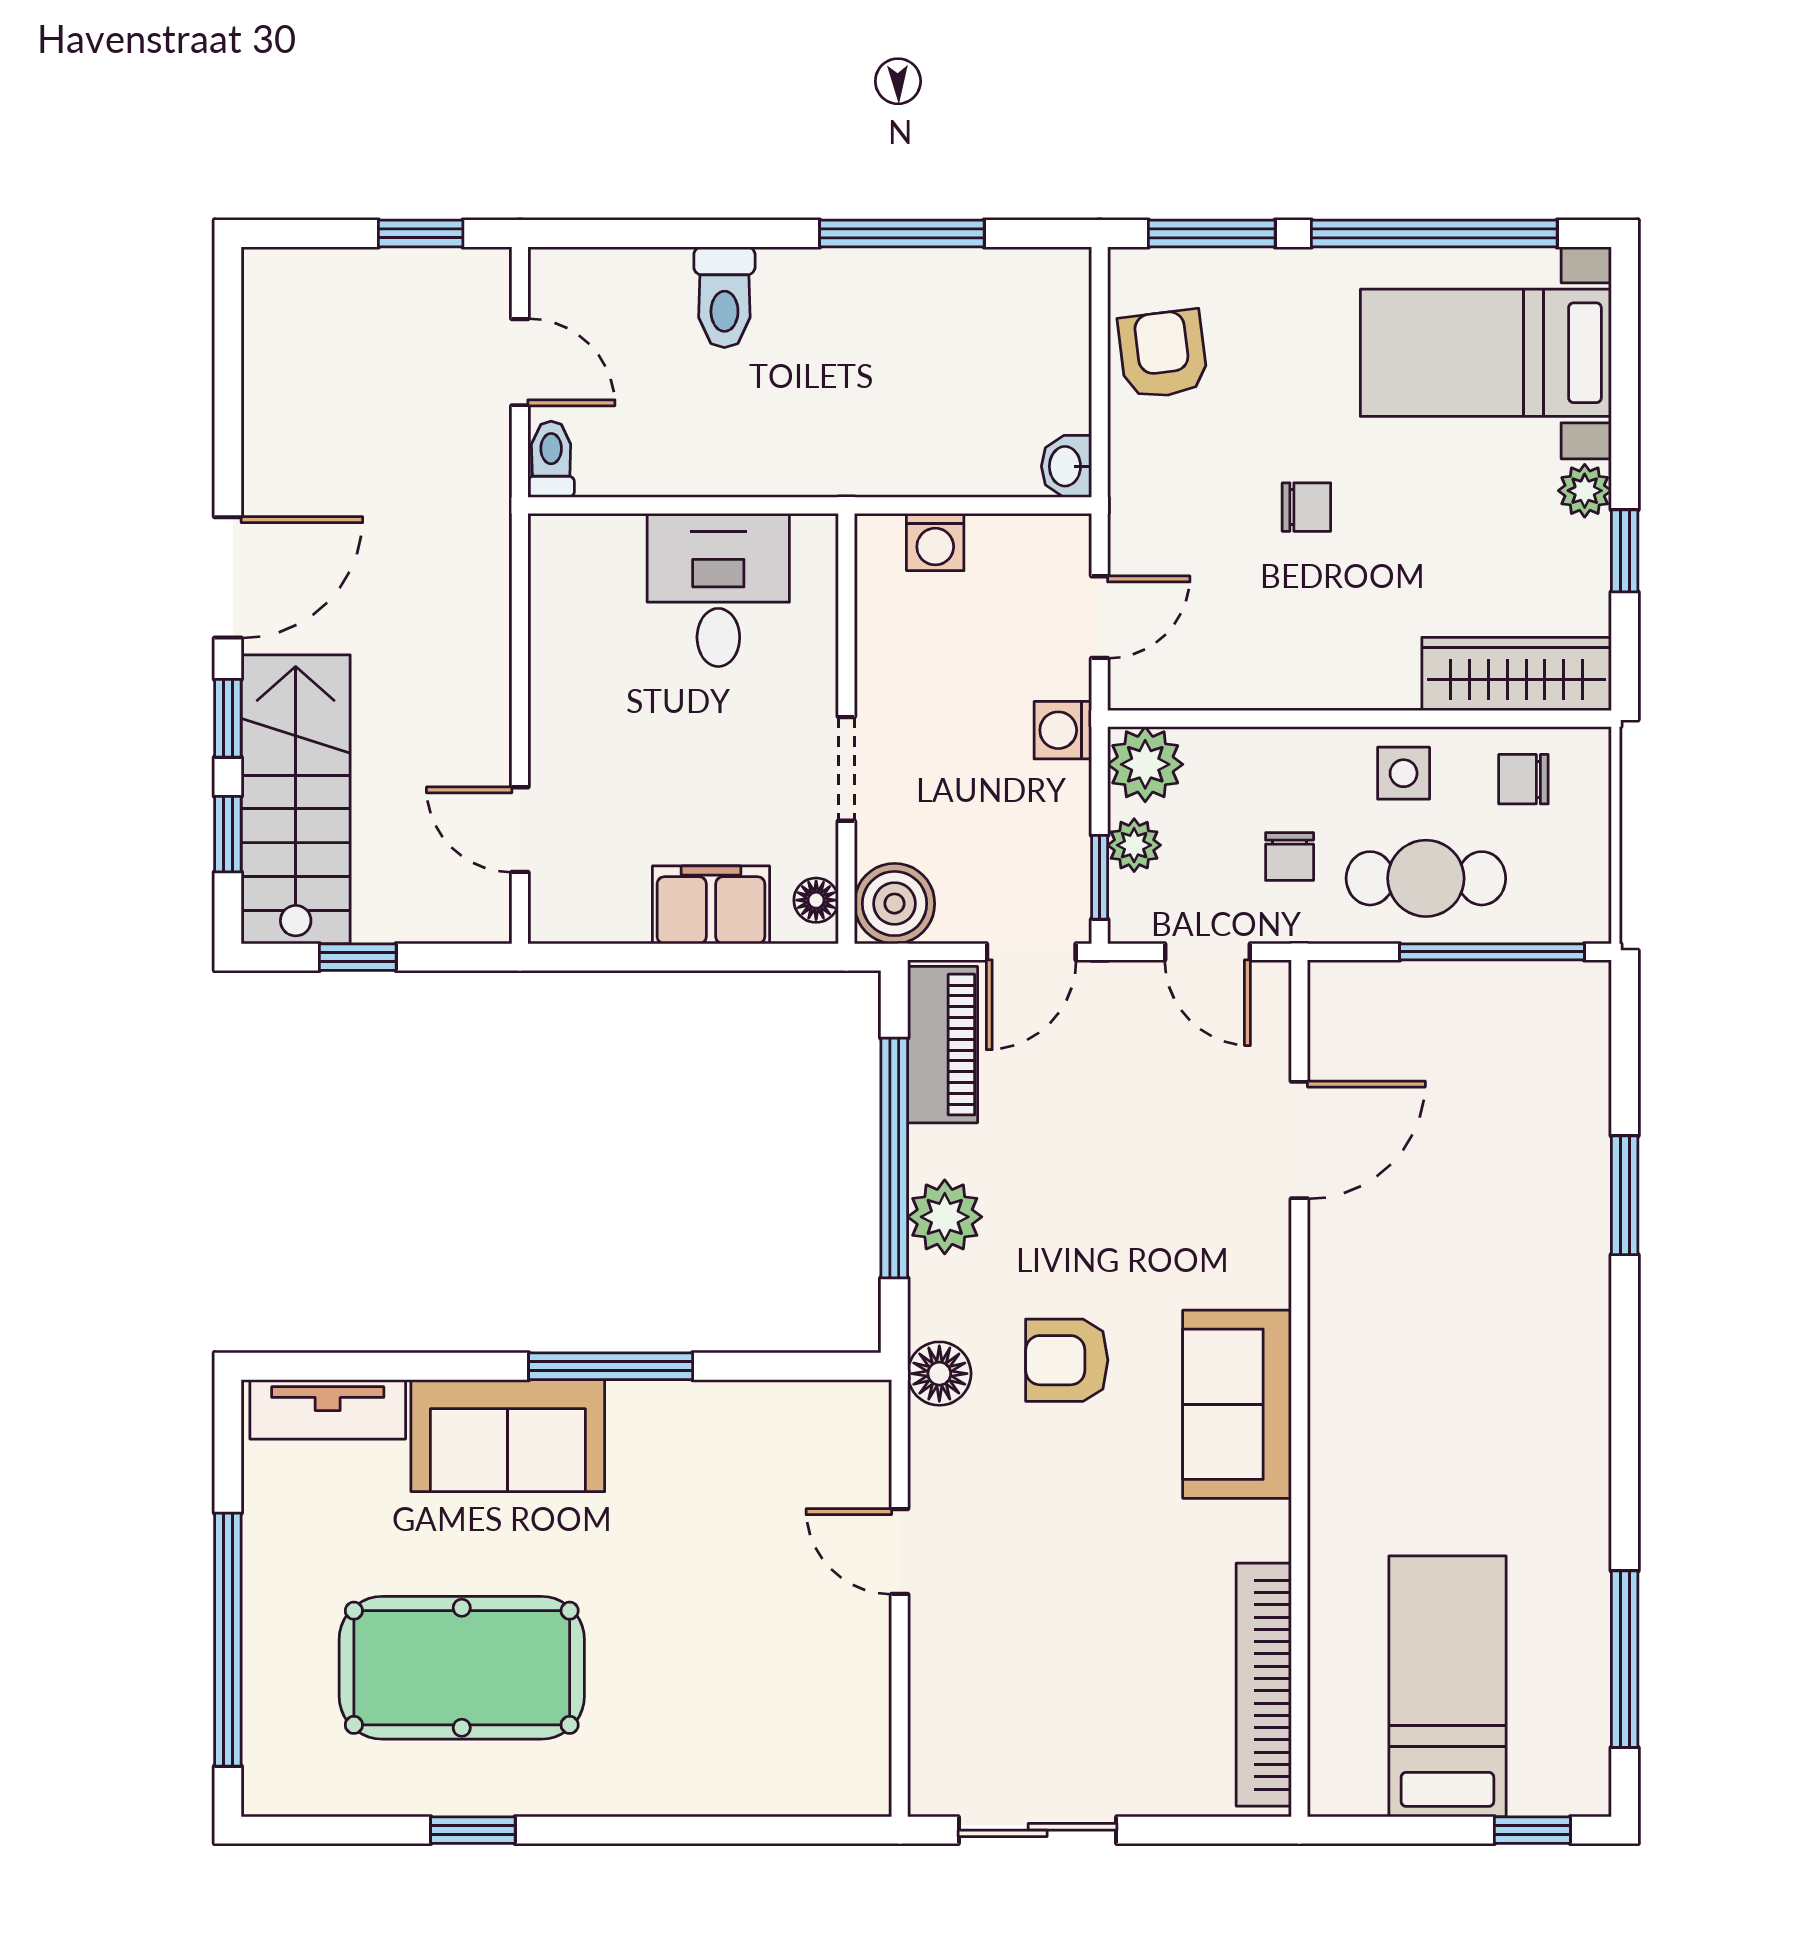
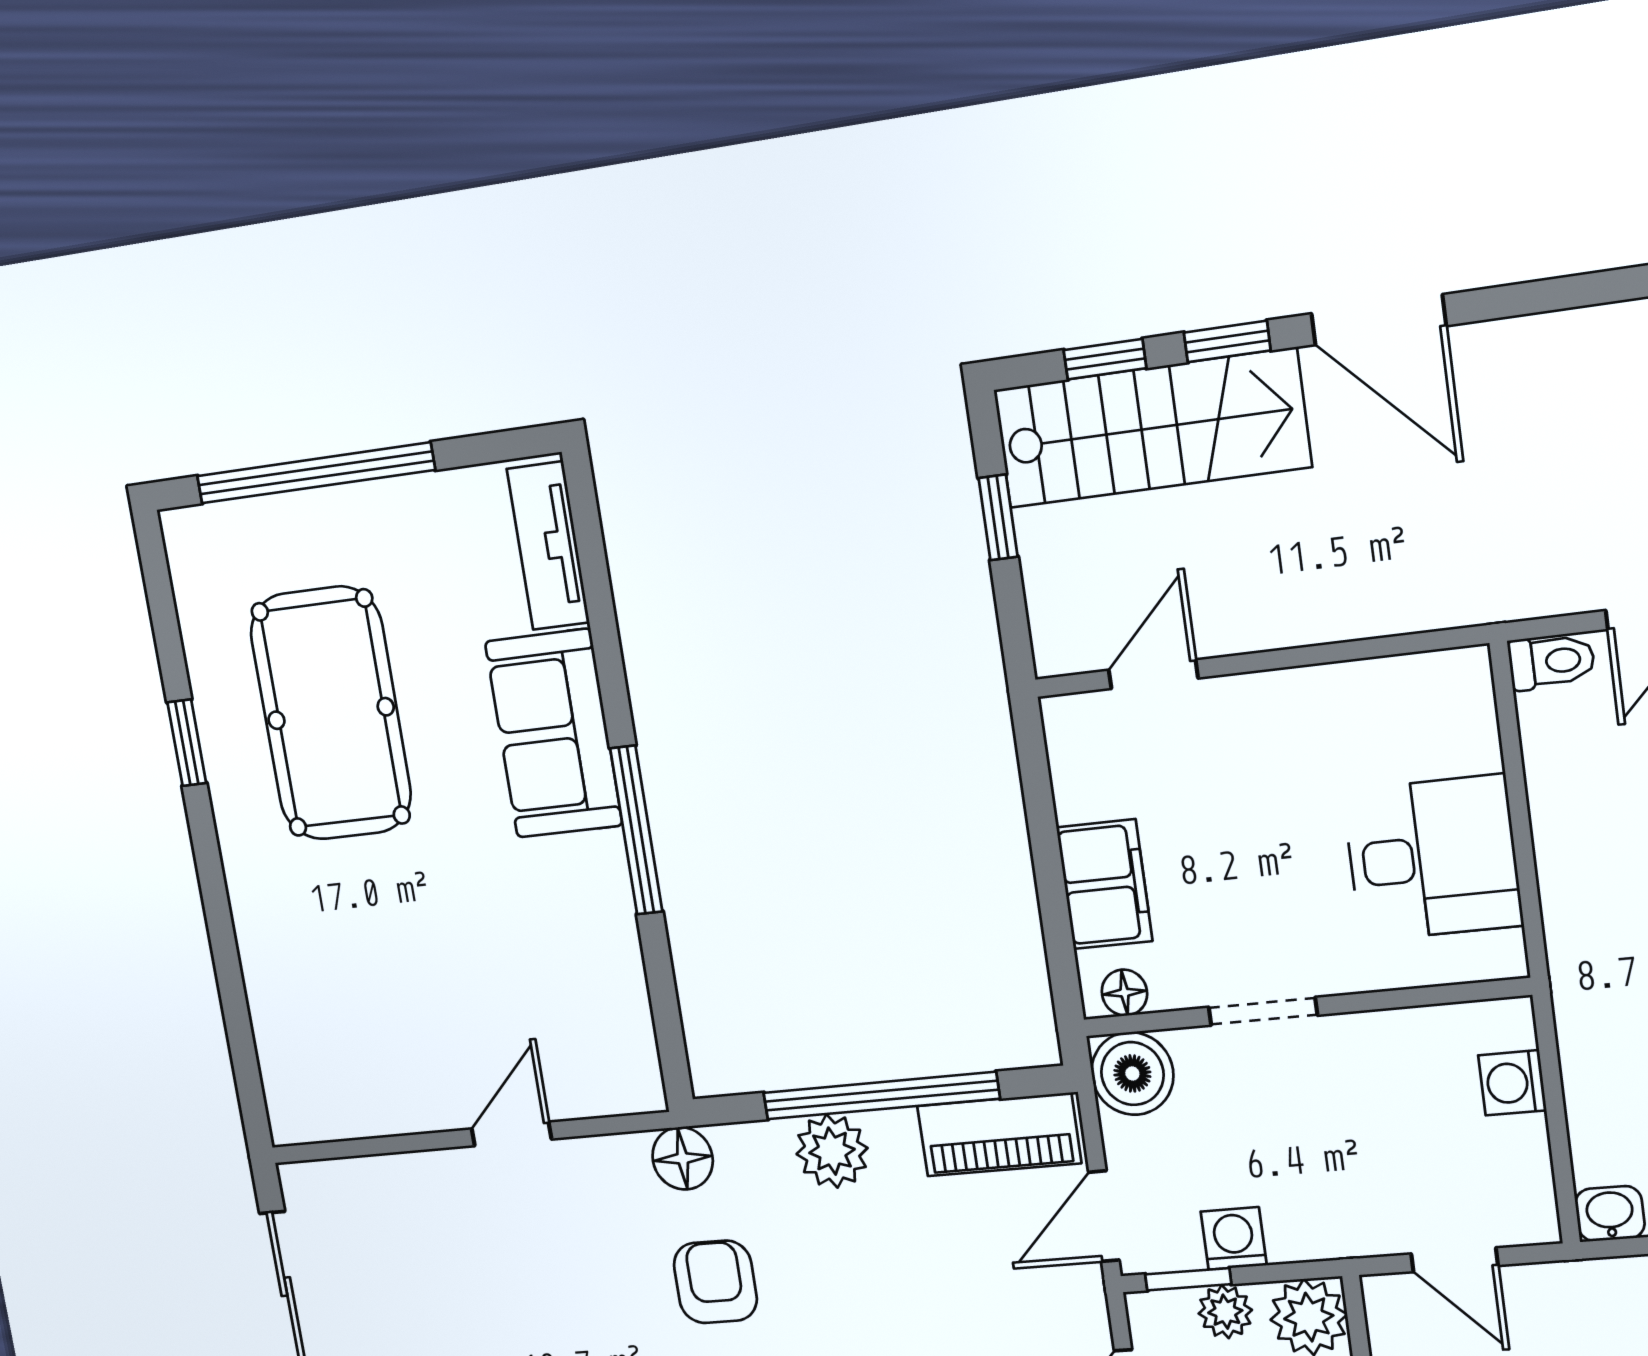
washing machine: (1063, 730) -> (1234, 1238), moved
door: (1031, 952) -> (1104, 1216), hinge flipped

